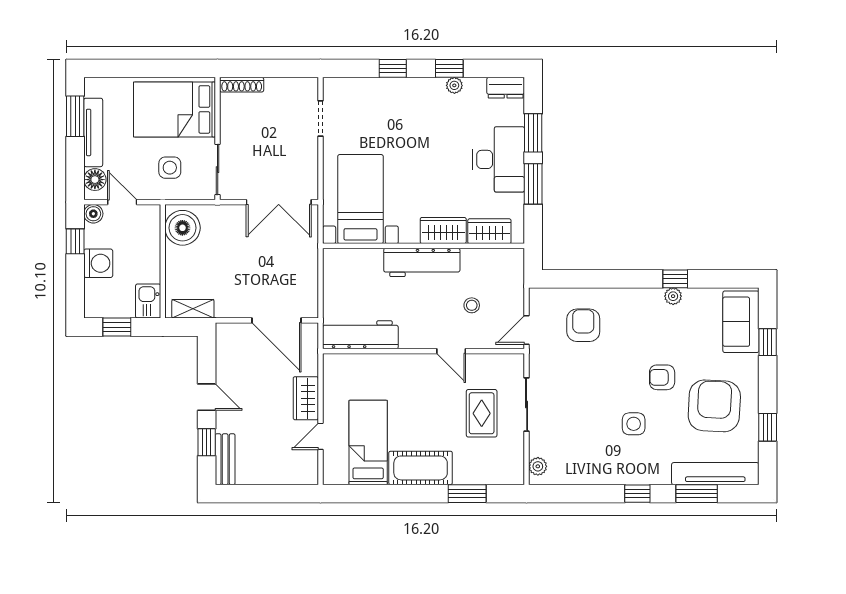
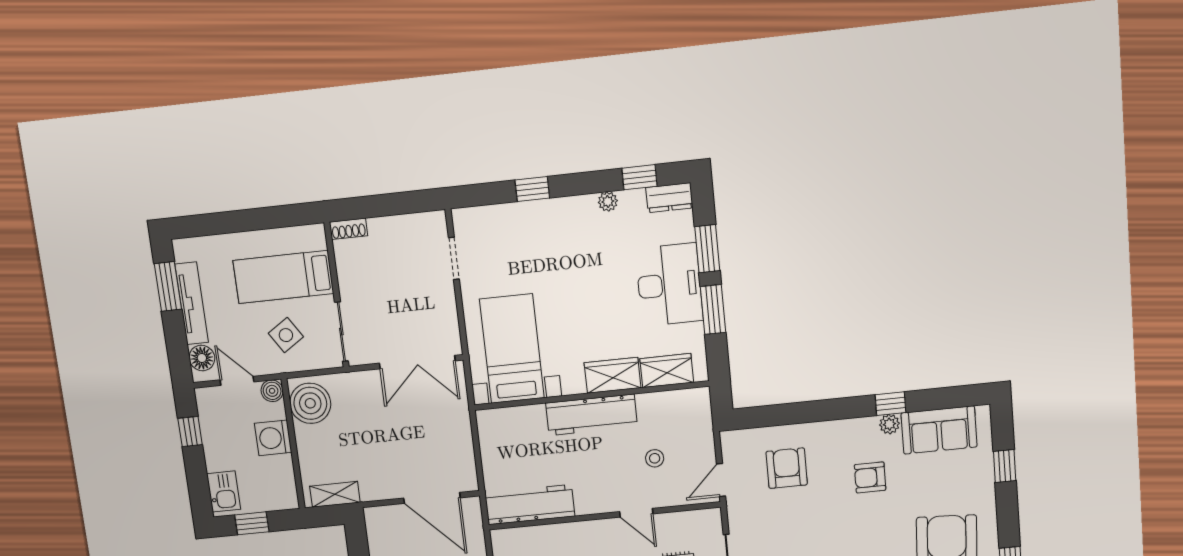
window: (449, 68) -> (640, 177), moved
shoe rack: (242, 85) -> (349, 229), width x0.70
bed: (175, 109) -> (283, 277), width x0.67
side table: (170, 168) -> (286, 335), turned -33
boiler: (93, 214) -> (272, 391), moved
washing machine: (98, 263) -> (273, 438), moved, turned 180
kitchen sink: (148, 301) -> (224, 491), moved, turned 180
sofa: (741, 322) -> (939, 430), moved, turned -90
armchair: (662, 377) -> (870, 477), moved

